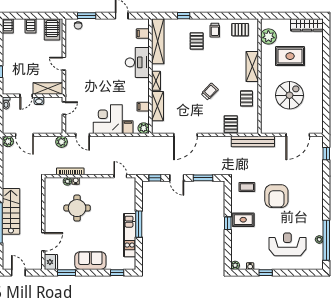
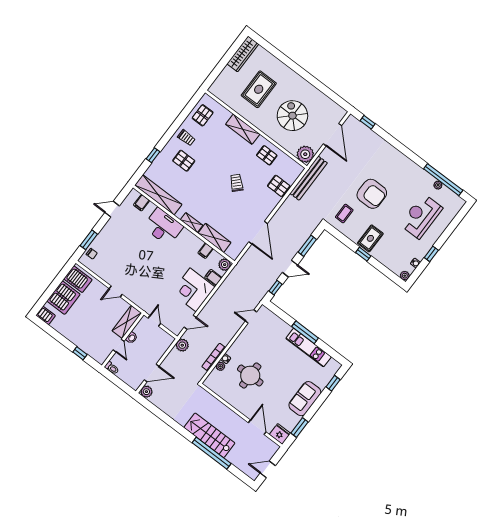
server rack: (31, 26) -> (63, 298), width x2.18, depth x1.44
plant: (268, 36) -> (305, 154), moved

